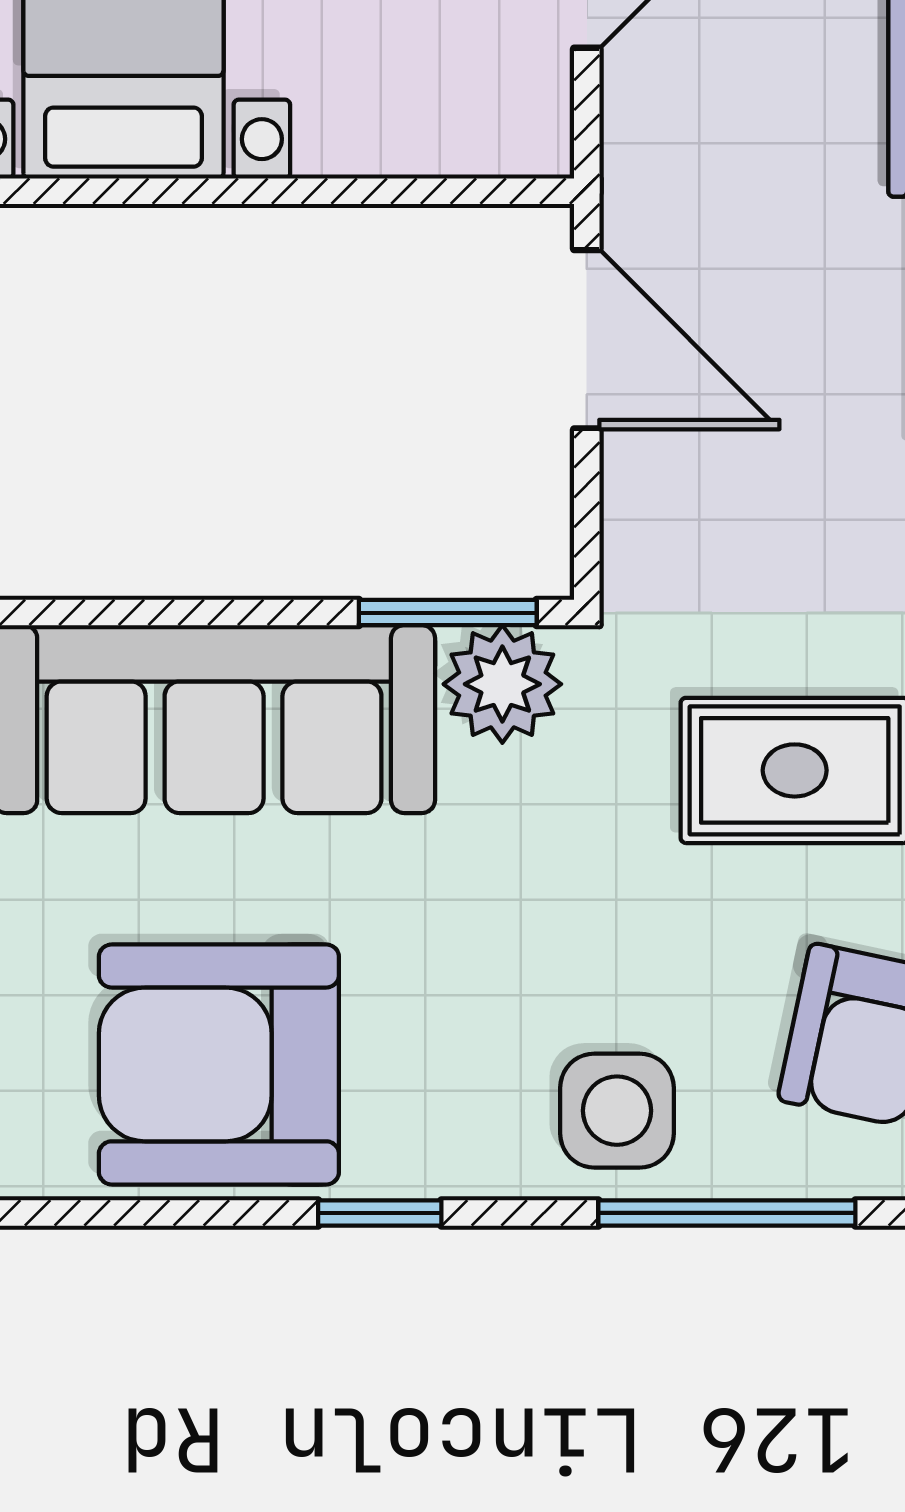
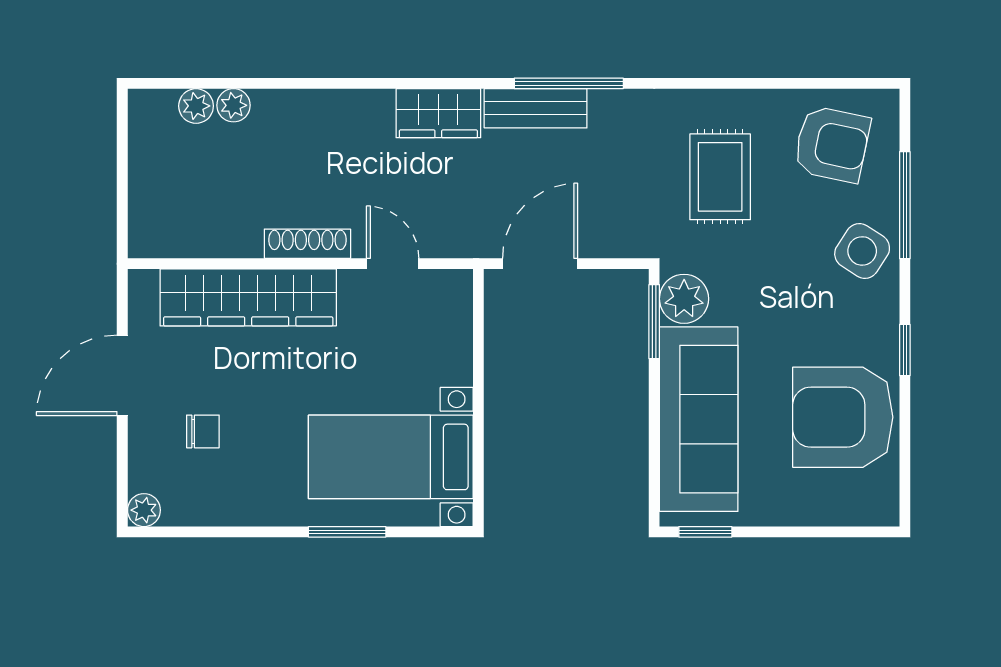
armchair: (219, 1064) -> (843, 417), turned 90
side table: (617, 1111) -> (862, 251), turned 33

